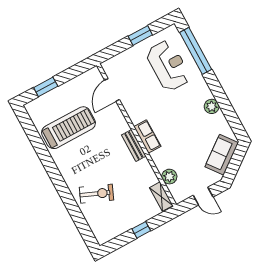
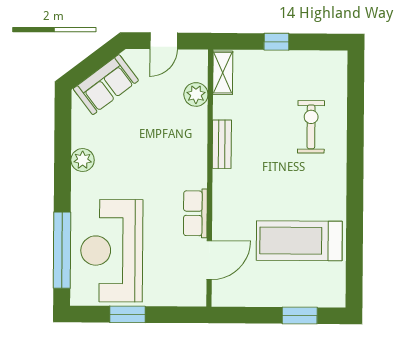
reception desk: (168, 66) -> (112, 251), width x1.36, depth x1.30
row of seats: (147, 136) -> (195, 213), moved
bench: (134, 146) -> (222, 144), moved
exercise bike: (96, 194) -> (311, 127), turned 67
door: (203, 196) -> (164, 41), swing flipped

